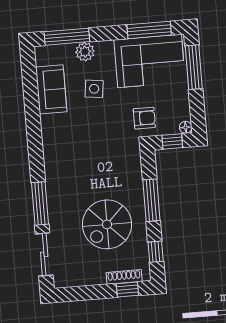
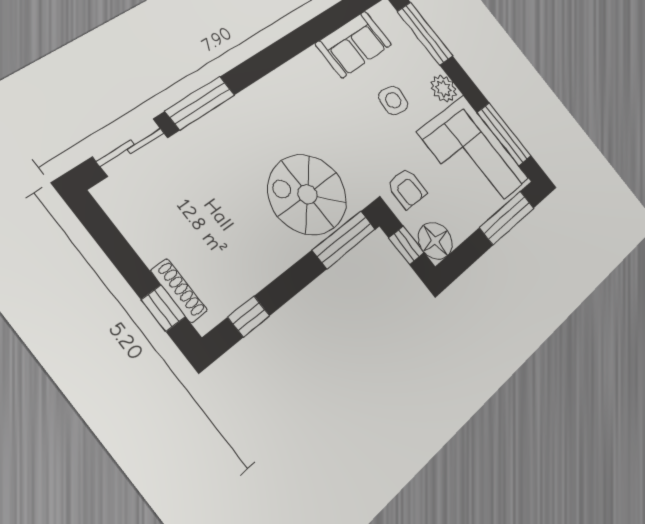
plant: (85, 52) -> (443, 89), moved
floor lamp: (186, 127) -> (435, 241), width x1.89, depth x1.89
window: (151, 200) -> (344, 240), moved
spiral stairs: (107, 224) -> (307, 194), moved

